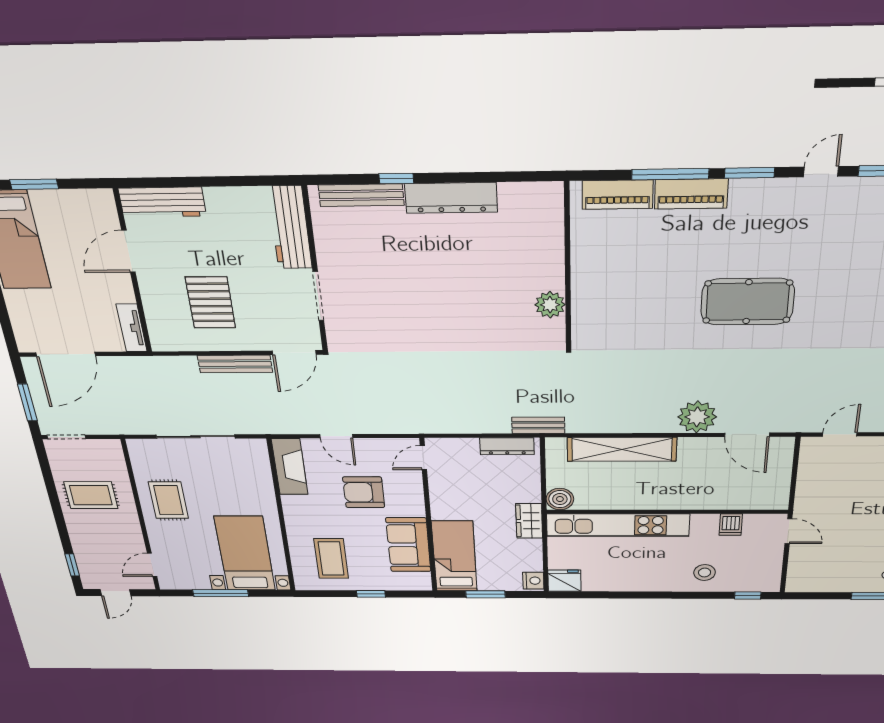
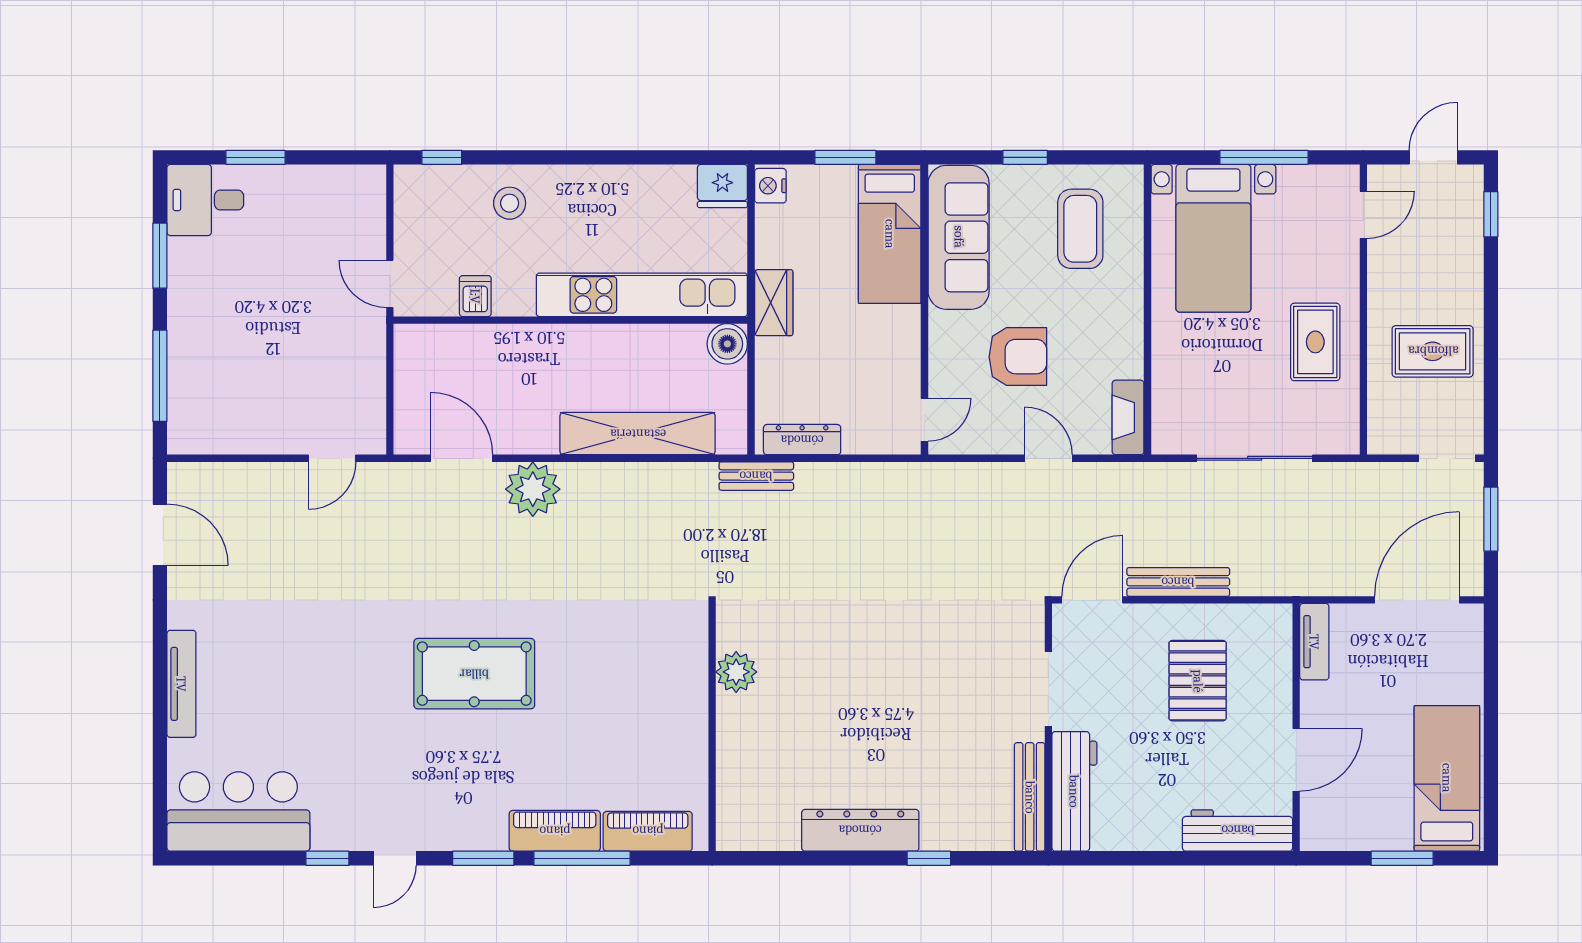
bench: (361, 195) -> (1030, 797), moved, turned 90
fireplace: (290, 467) -> (1128, 417), width x0.73, depth x0.76
sofa: (408, 545) -> (959, 237), width x1.36

